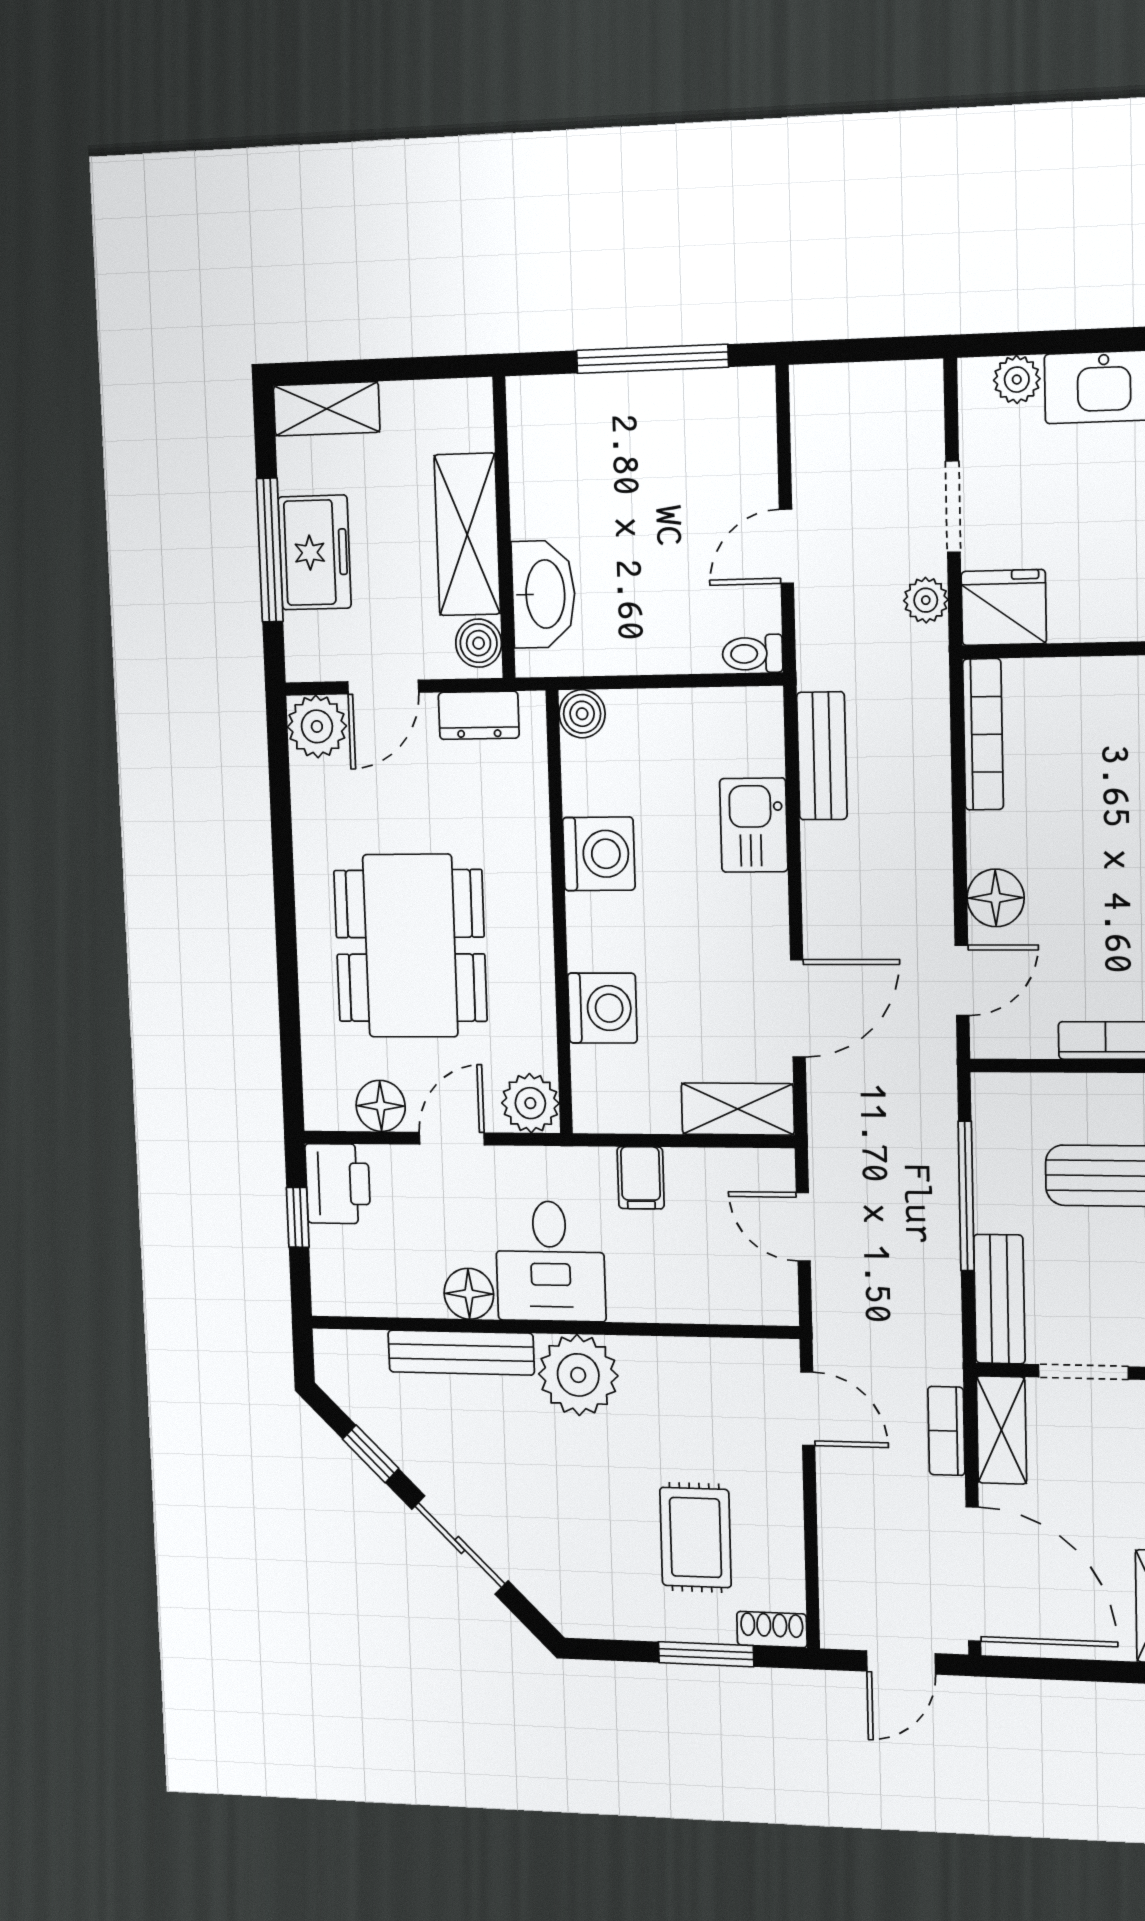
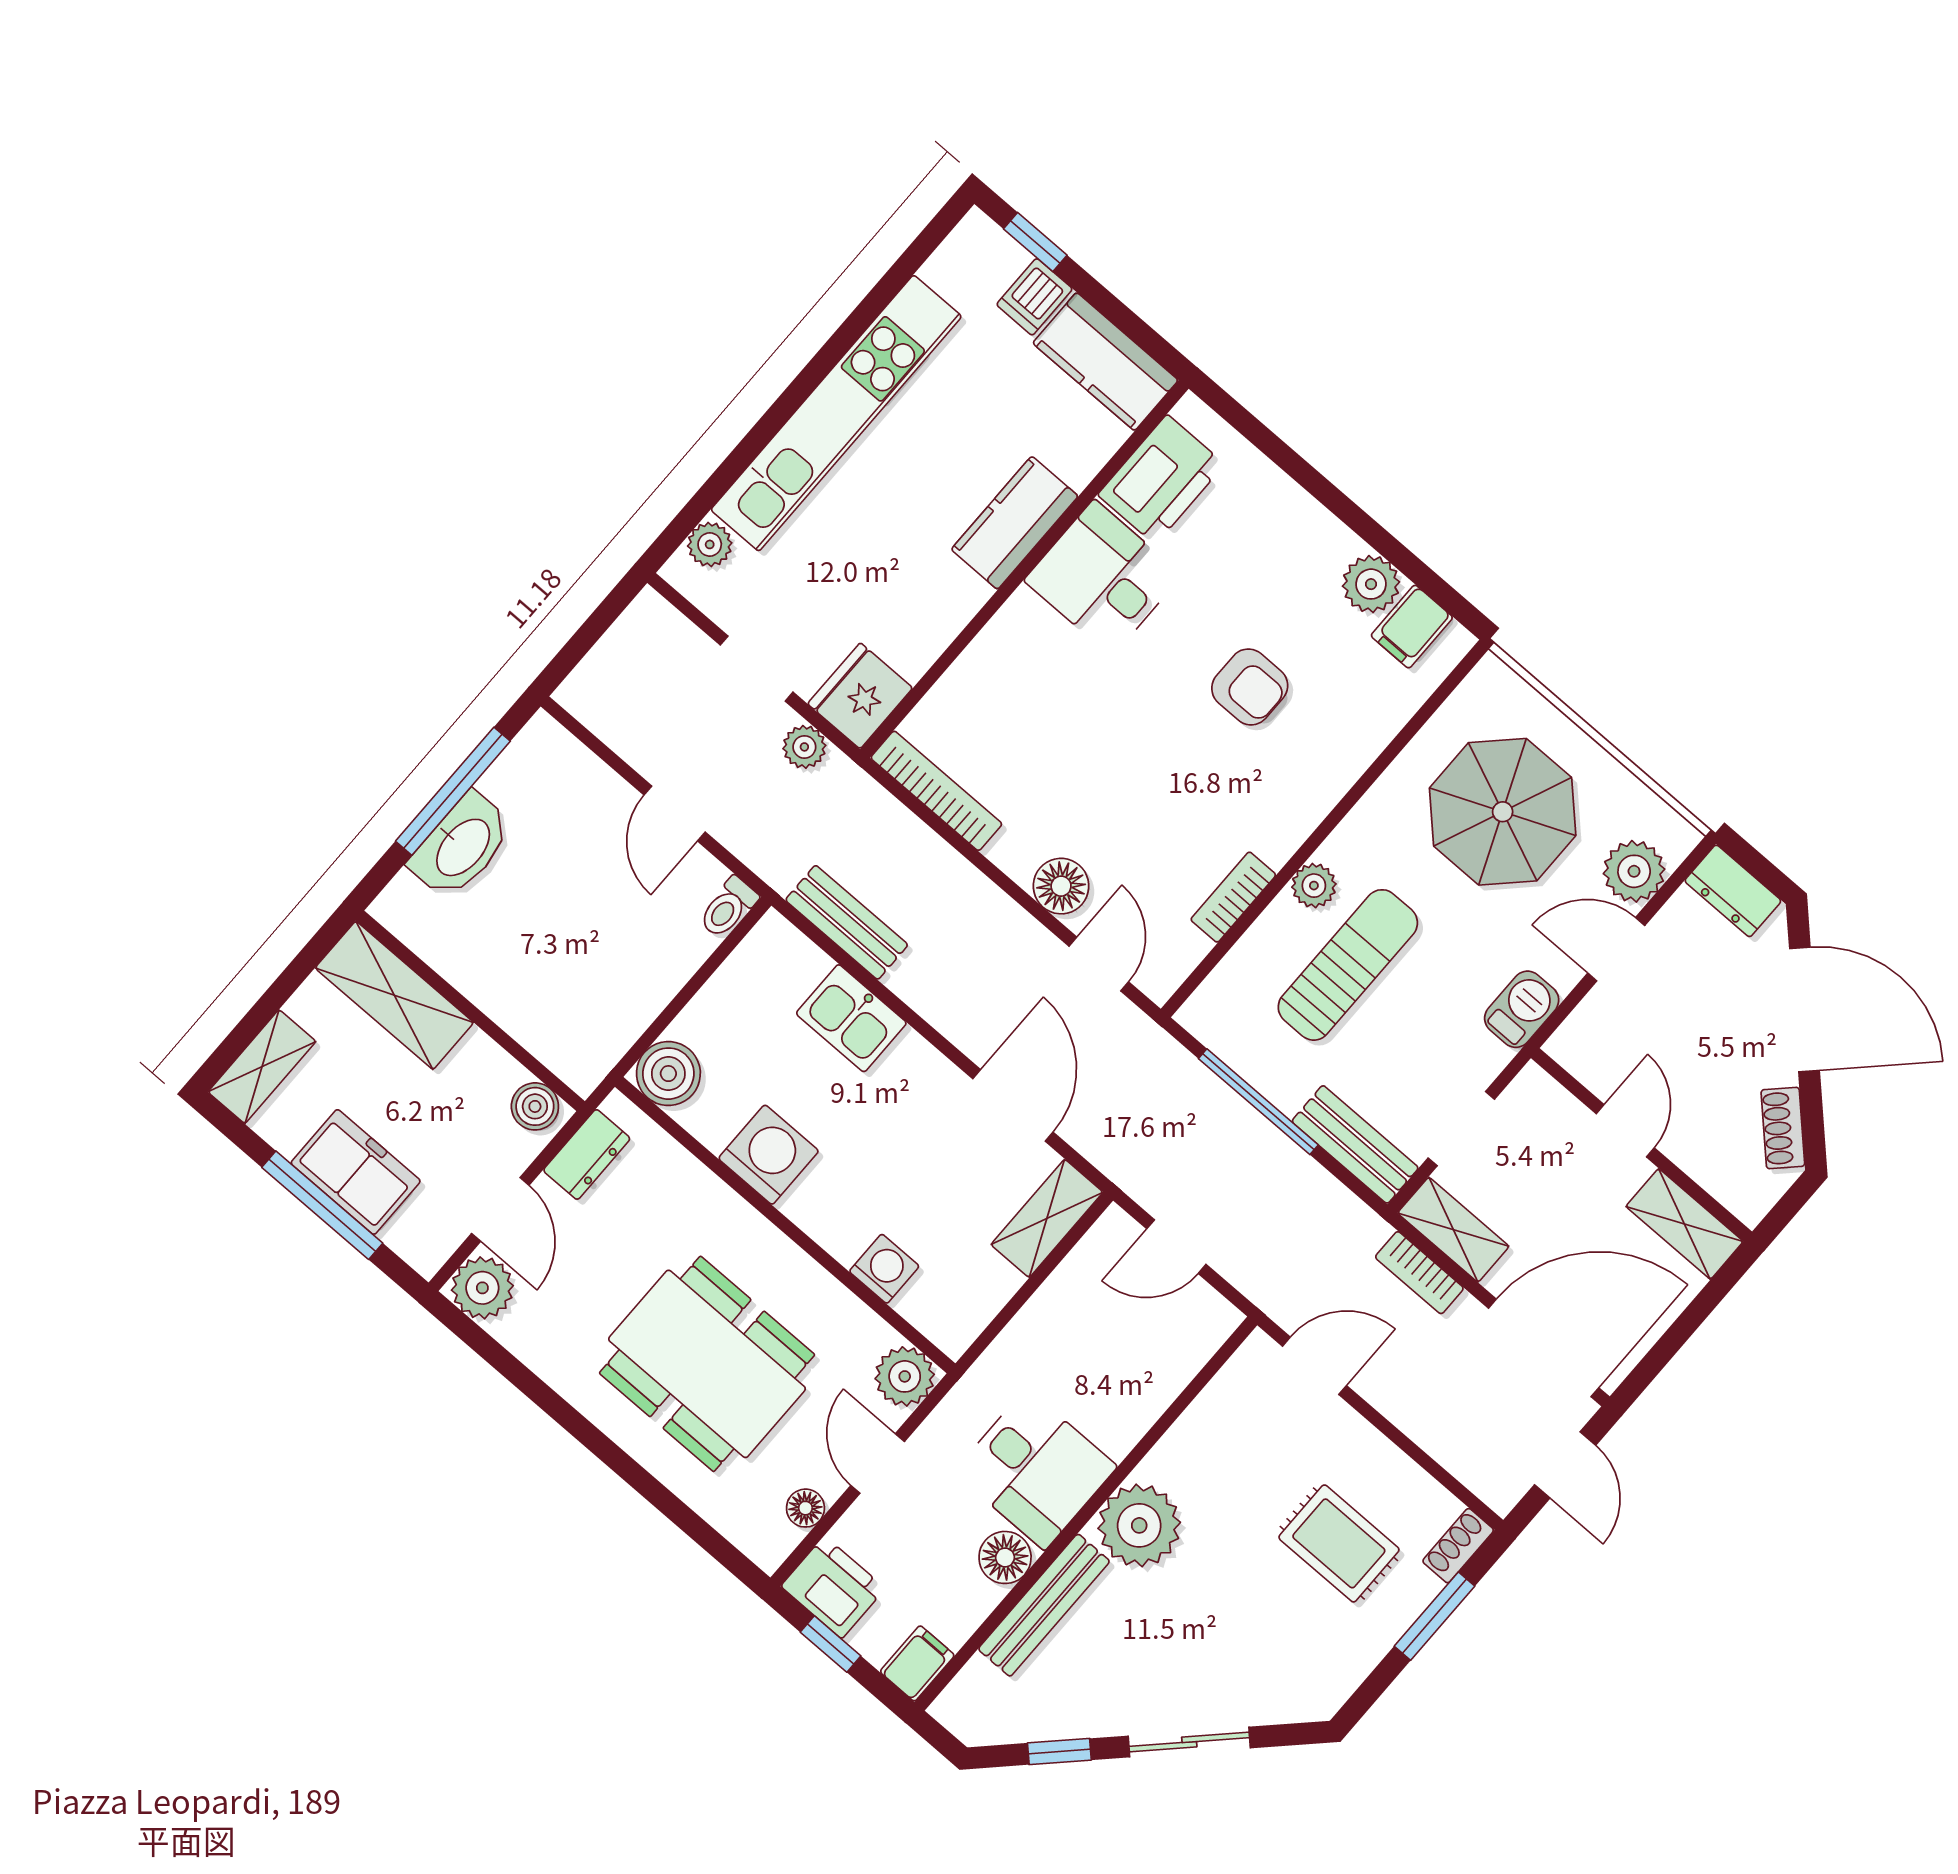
shelving: (467, 534) -> (394, 995), moved
washbasin: (544, 594) -> (462, 846), moved, turned 90
boiler: (582, 714) -> (668, 1074), width x1.36, depth x1.36
washing machine: (602, 1008) -> (884, 1269), width x0.73, depth x0.73
floor lamp: (381, 1106) -> (805, 1508), width x0.73, depth x0.73
filing cabinet: (641, 1178) -> (917, 1663), moved, turned -90

